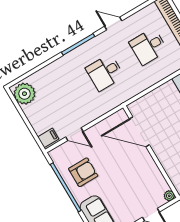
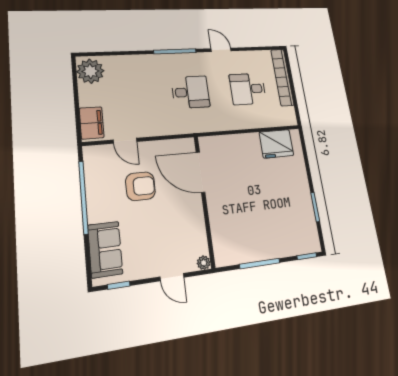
desk: (105, 72) -> (191, 92), turned 180
filing cabinet: (48, 138) -> (92, 123), width x2.00
armchair: (83, 172) -> (140, 186), moved

